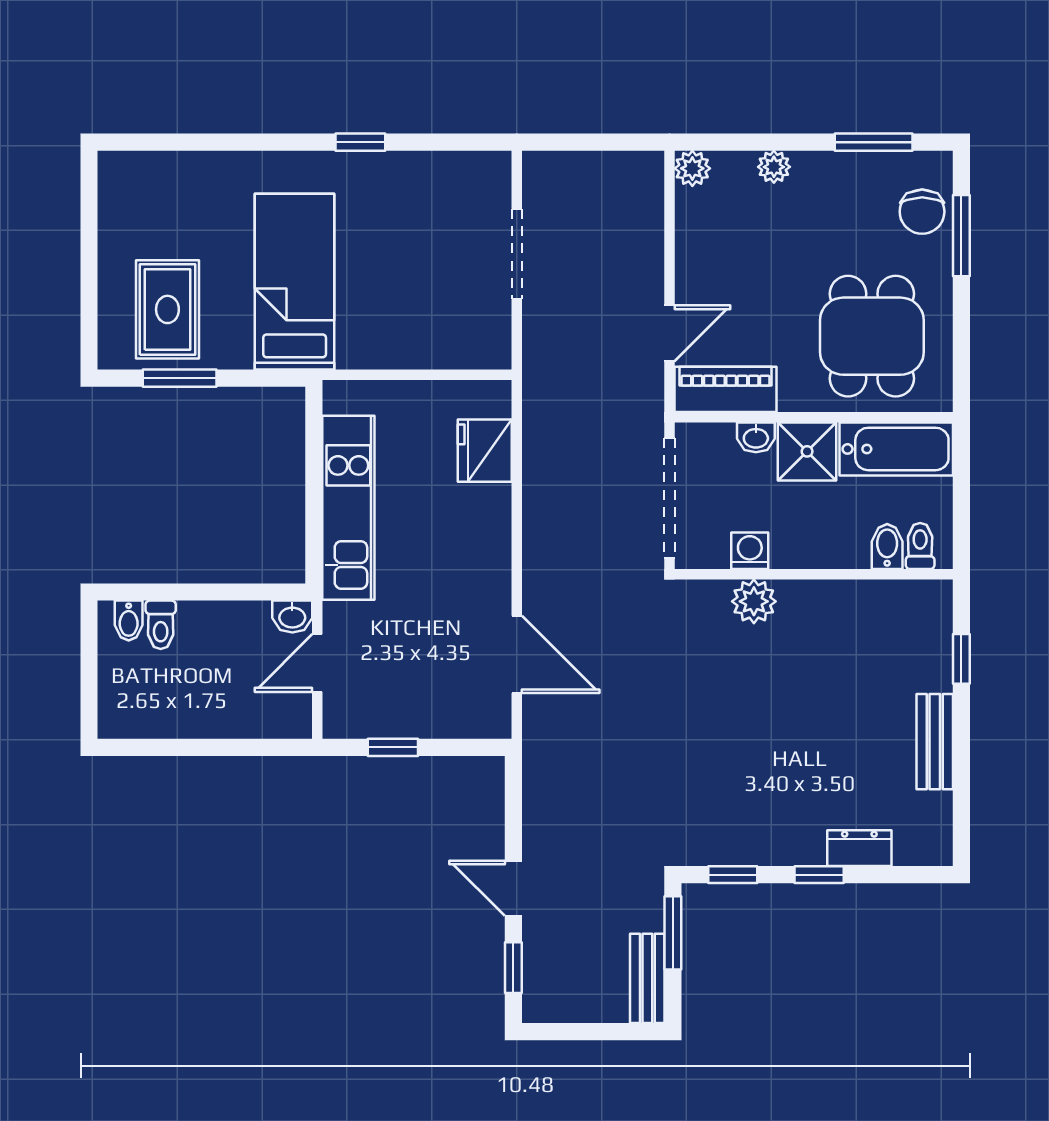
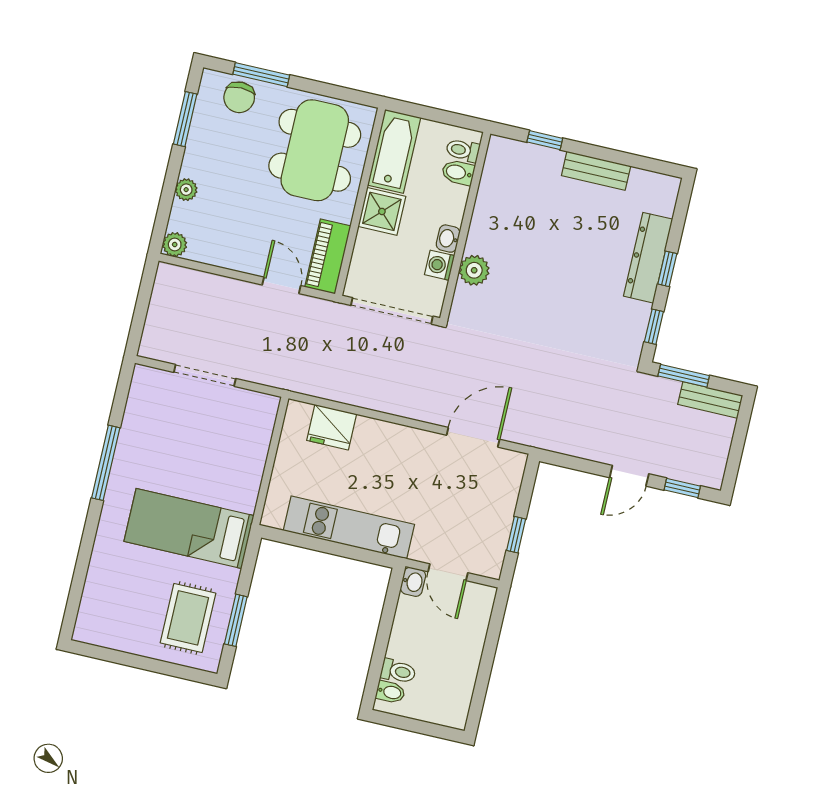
window: (360, 142) -> (106, 463), width x2.17
chair: (922, 212) -> (239, 97), turned 90
rug: (167, 309) -> (188, 618), turned 90
dining table: (872, 336) -> (315, 150), width x1.37
washbasin: (756, 437) -> (448, 239), moved, turned 180
dresser: (859, 848) -> (648, 258), width x1.96, depth x1.24

